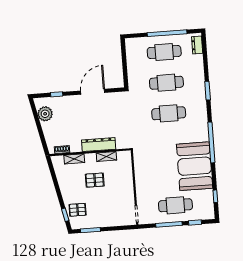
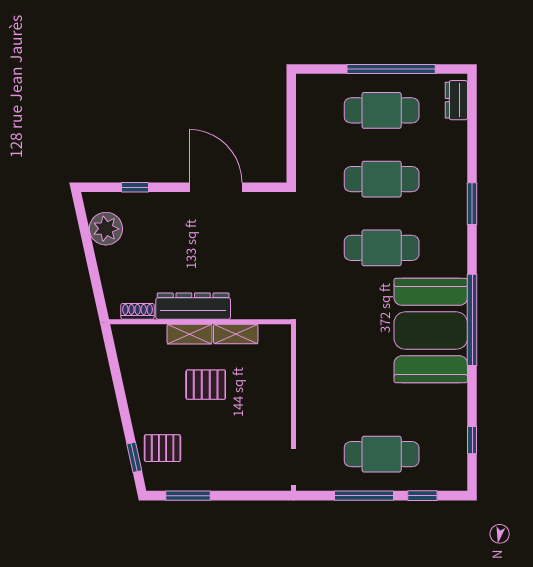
door: (93, 92) -> (216, 187), hinge flipped
dresser: (99, 145) -> (193, 306), moved
shelving: (74, 159) -> (189, 334), moved
booth: (195, 166) -> (431, 331), moved

